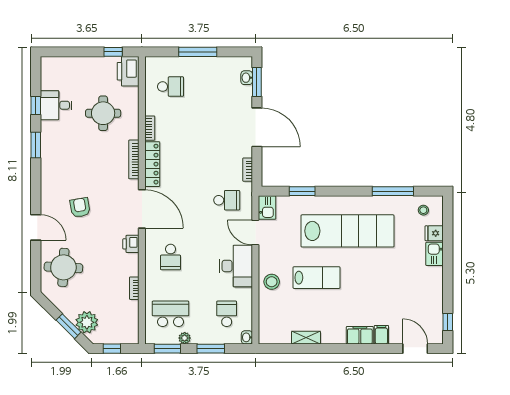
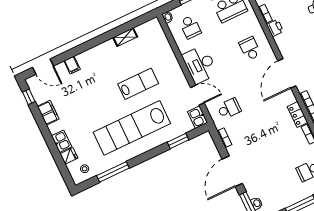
door: (257, 127) -> (232, 171), hinge flipped
locker: (152, 164) -> (297, 115), width x0.66
school desk: (227, 200) -> (229, 109), turned 180
door: (142, 209) -> (287, 73), hinge flipped
printer: (131, 244) -> (275, 28), moved
lab bench: (317, 278) -> (138, 84), turned 180
stool: (272, 282) -> (169, 65), removed
filing cabinet: (360, 335) -> (48, 113), moved, turned -90

